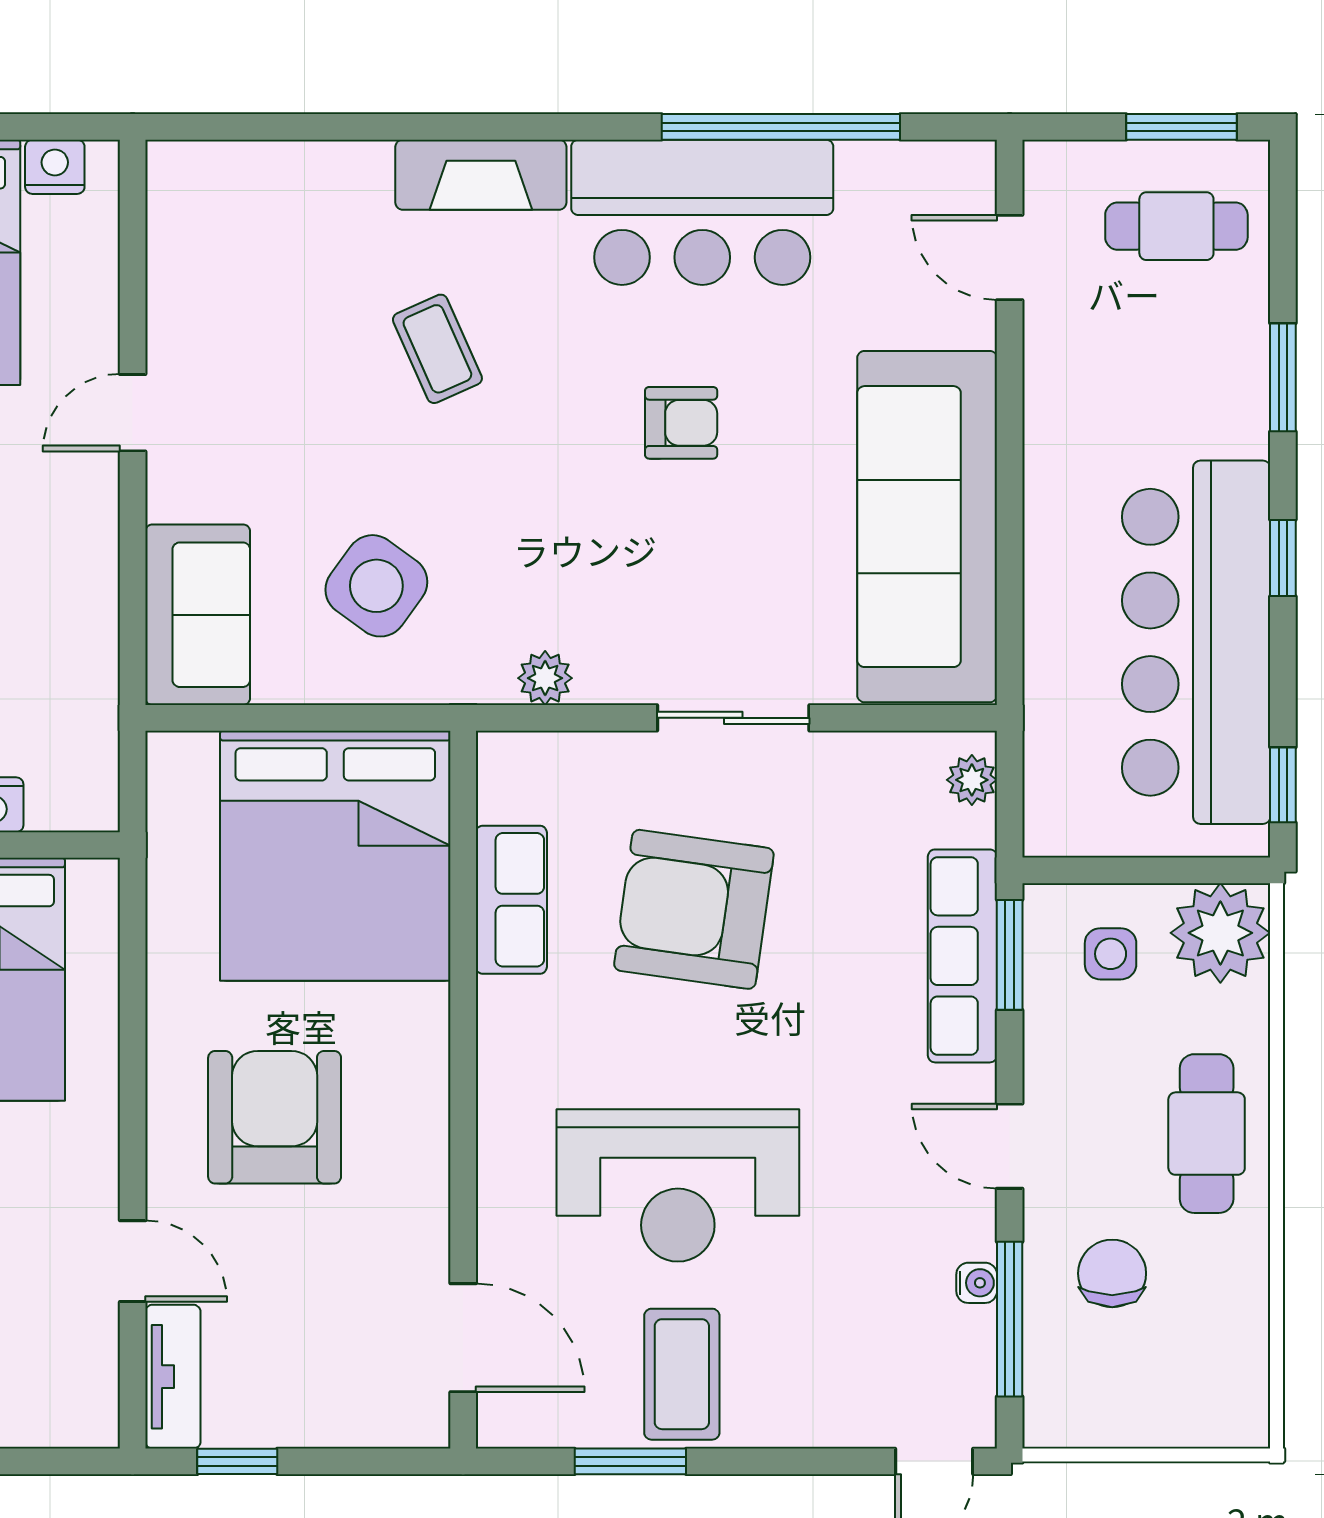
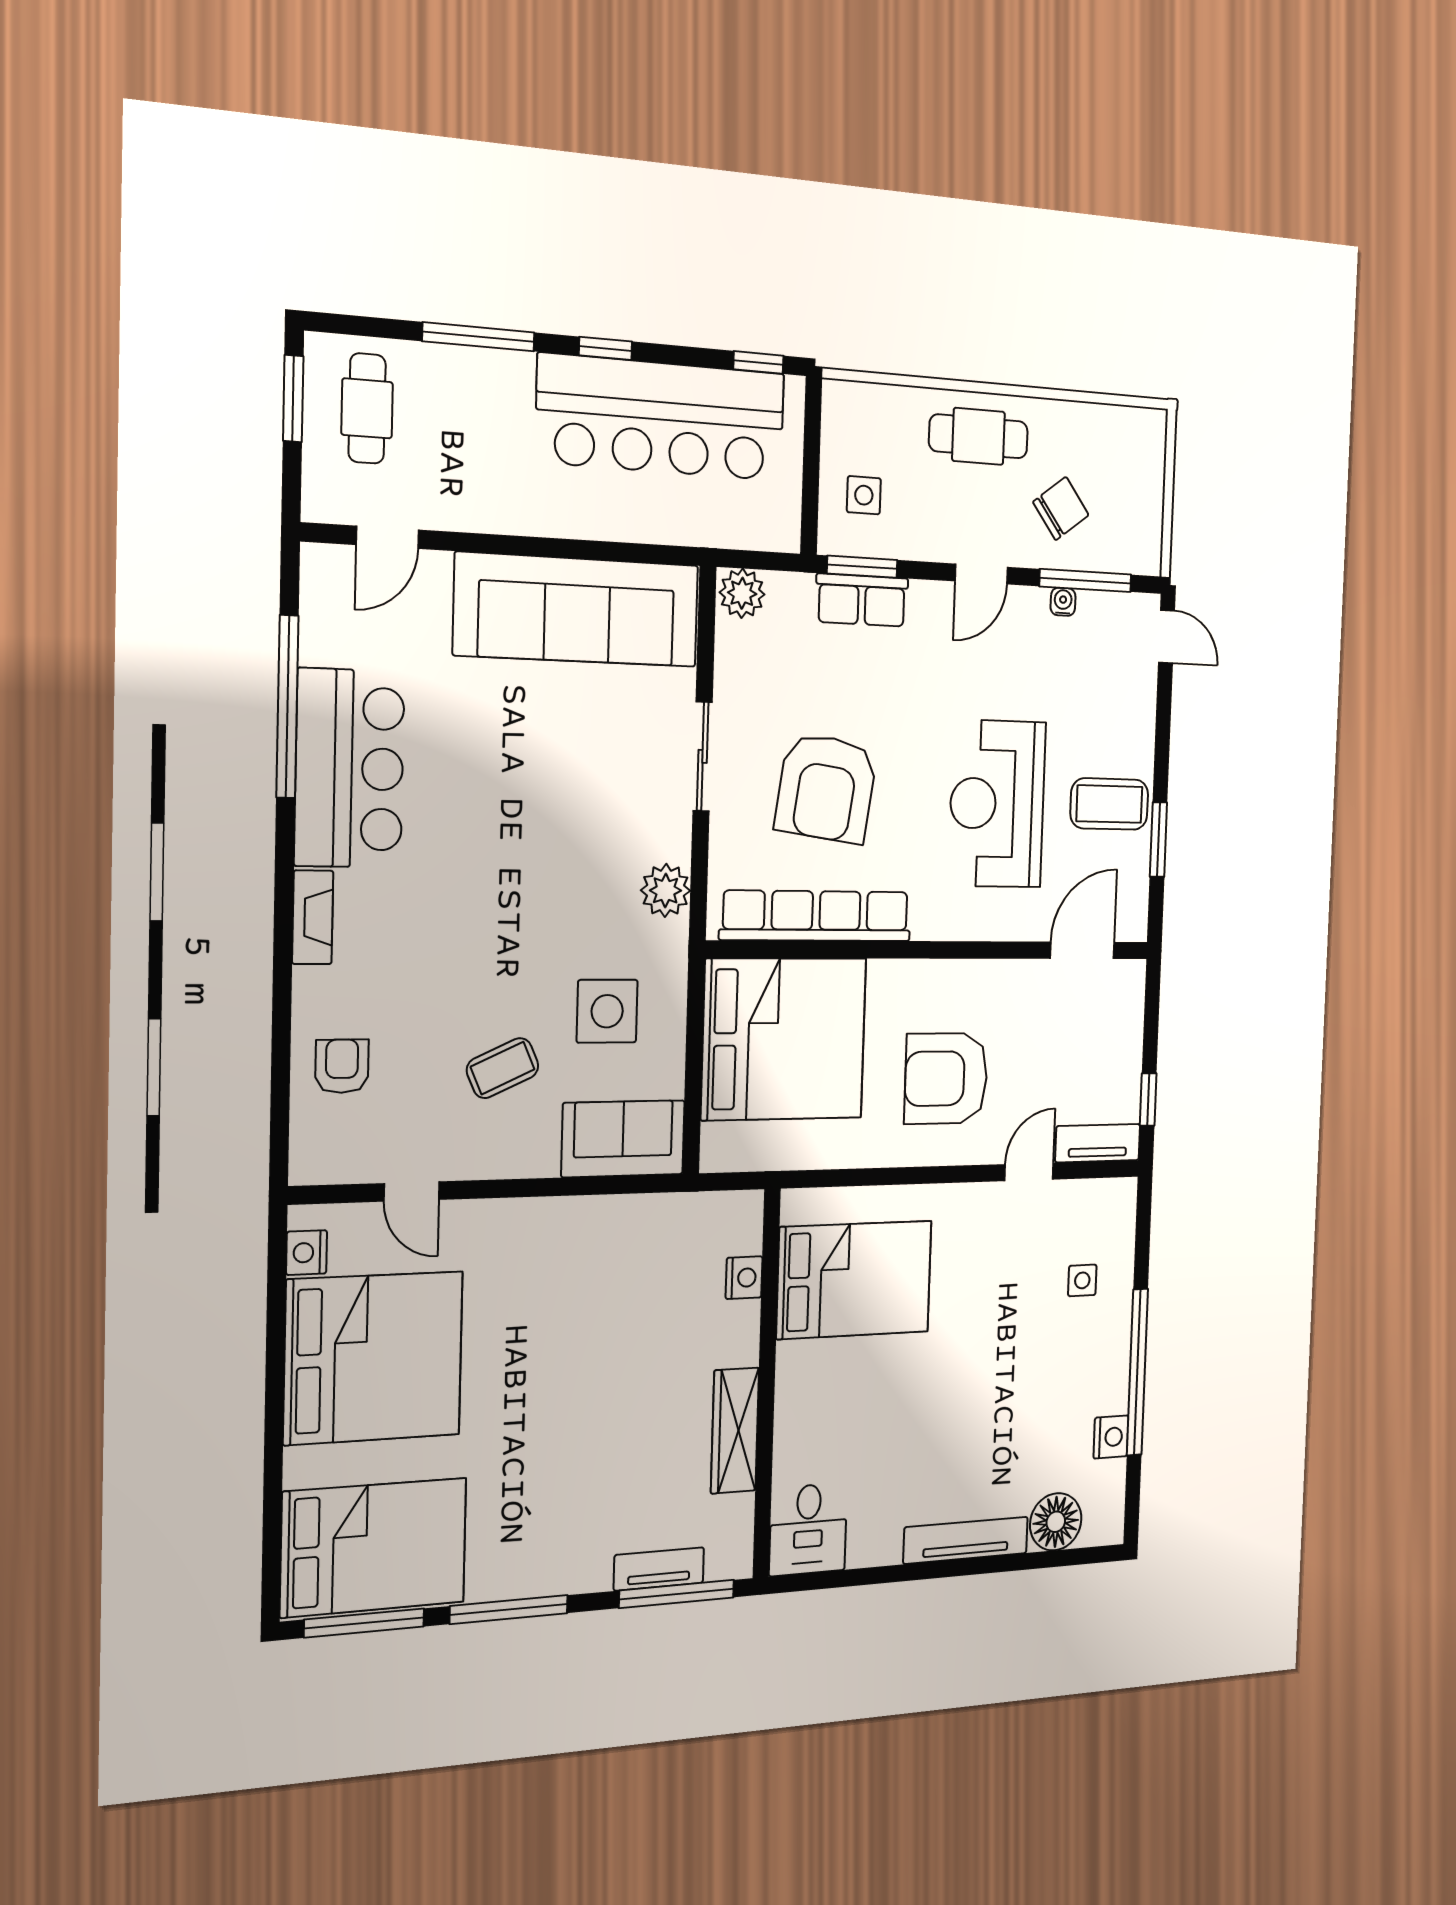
fireplace: (481, 175) -> (313, 917), width x0.73, depth x0.76
coffee table: (437, 349) -> (503, 1068), moved
window: (1283, 377) -> (479, 337), width x1.44
door: (133, 413) -> (412, 1192), moved
armchair: (681, 423) -> (342, 1066), moved
side table: (376, 586) -> (607, 1011), turned -36
plant: (545, 678) -> (666, 890), width x1.38, depth x1.38
plant: (972, 780) -> (742, 593), width x1.38, depth x1.38
row of seats: (511, 900) -> (816, 916), width x2.02
plant: (1220, 933) -> (853, 416), removed
row of seats: (962, 956) -> (862, 600), width x0.68
reception desk: (678, 1185) -> (997, 804), turned 180
chair: (1112, 1273) -> (1061, 509), turned 143

